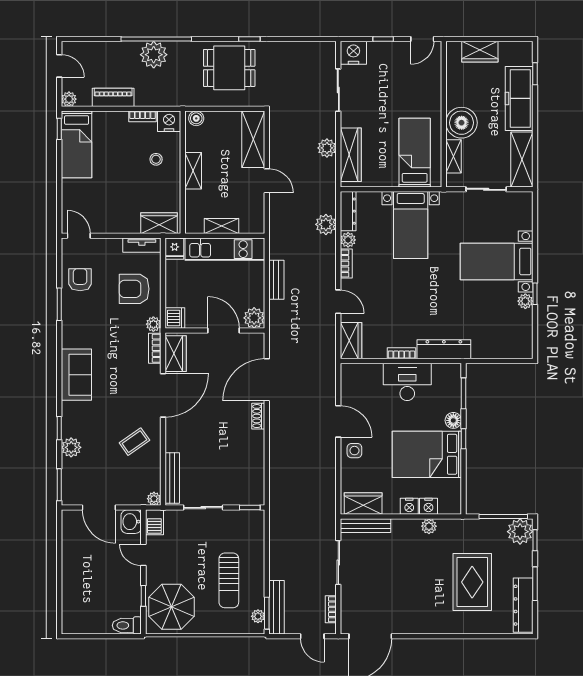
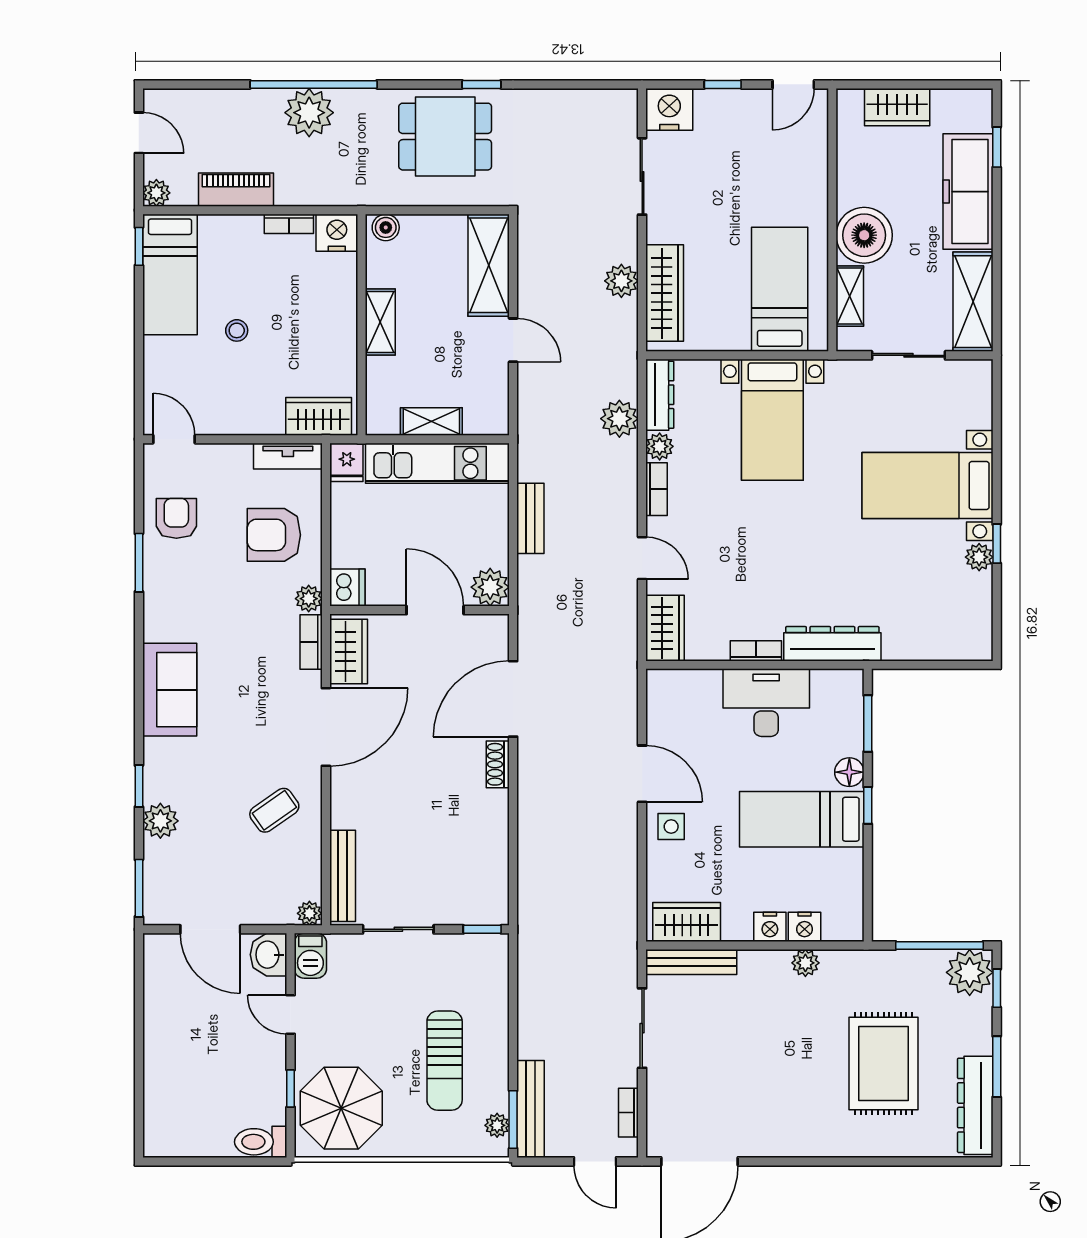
stool: (156, 159) -> (237, 330), moved
bed: (427, 454) -> (802, 819), width x0.67

